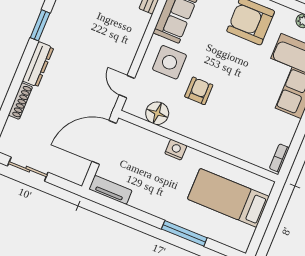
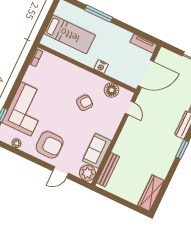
side table: (169, 62) -> (102, 122), removed
armchair: (199, 91) -> (85, 103), turned -143

